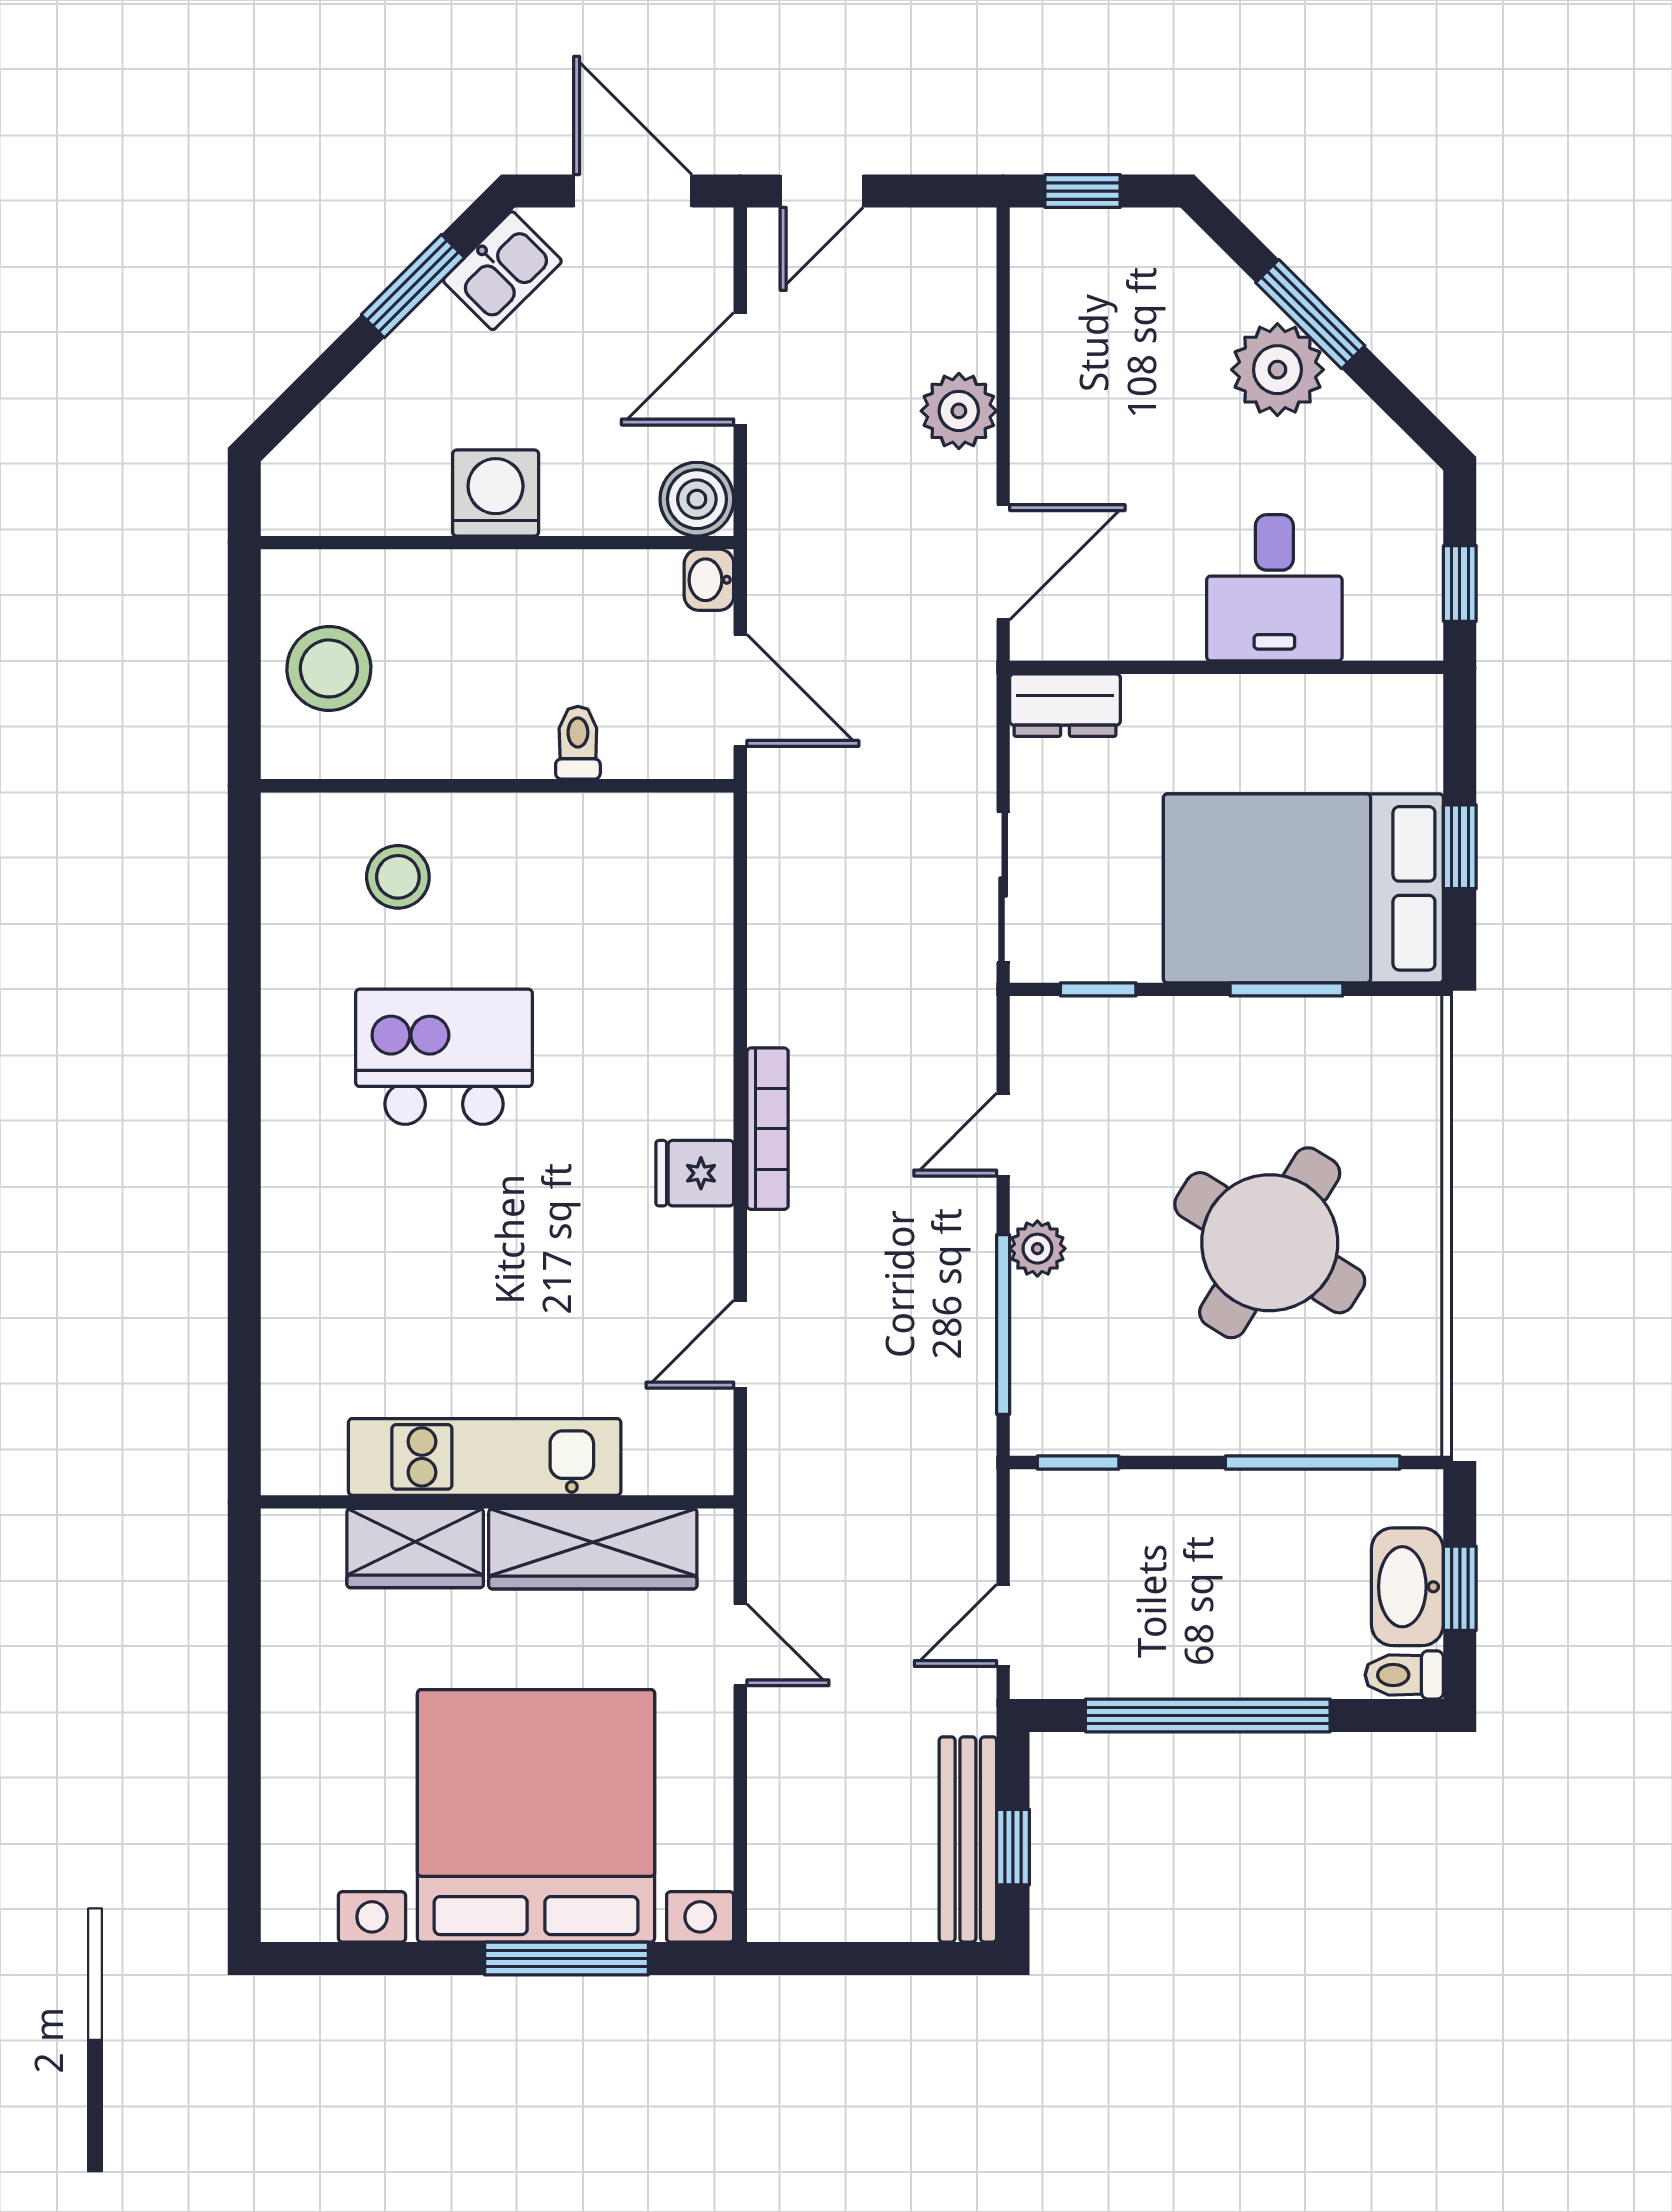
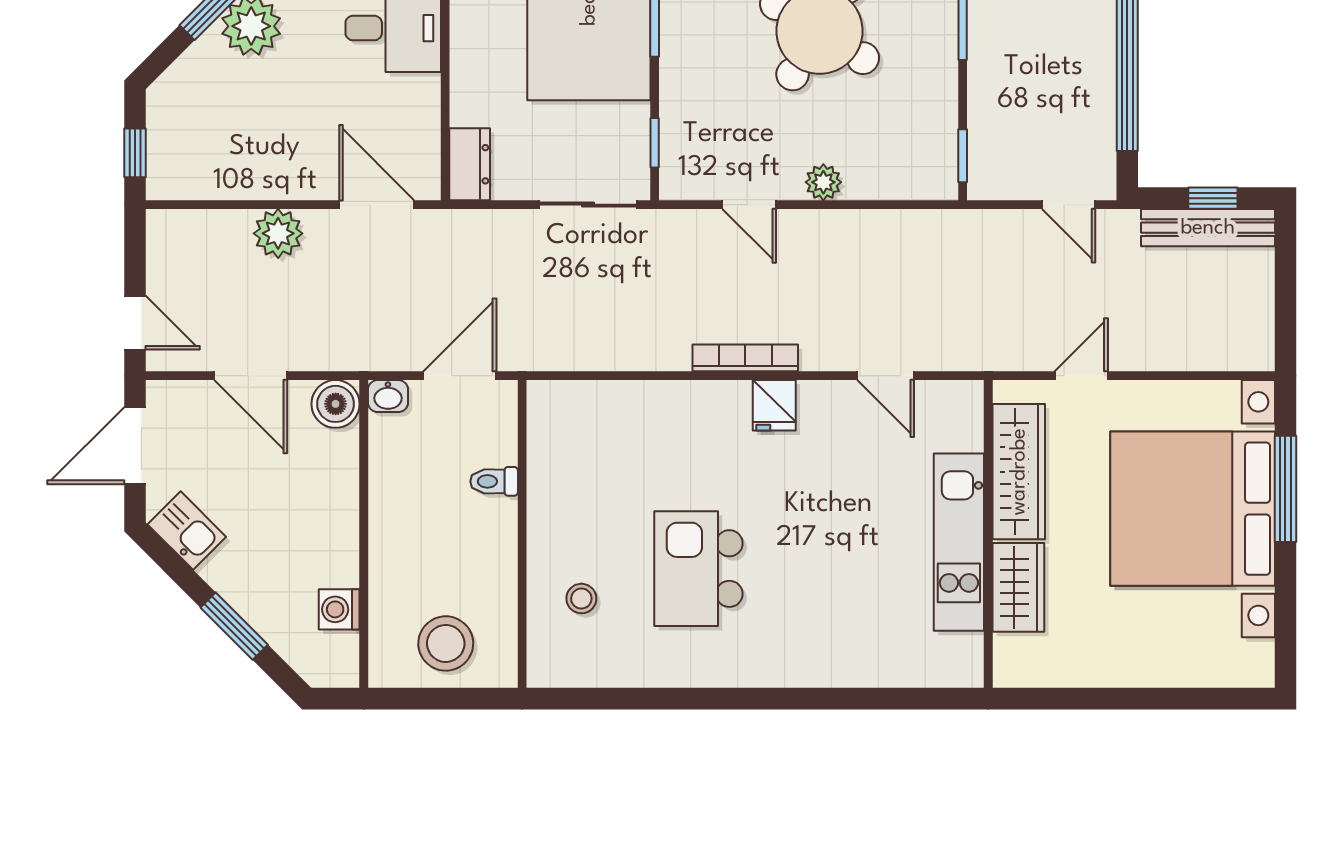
window: (413, 286) -> (234, 626), moved
washing machine: (496, 493) -> (339, 609), moved, width x0.73, depth x0.73
stool: (398, 877) -> (581, 599), width x0.73, depth x0.73
window: (1003, 1325) -> (873, 205), removed

